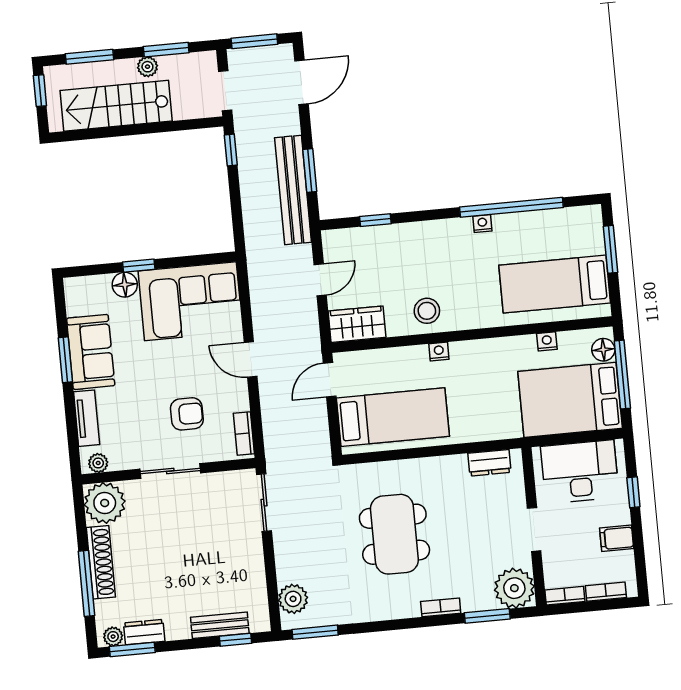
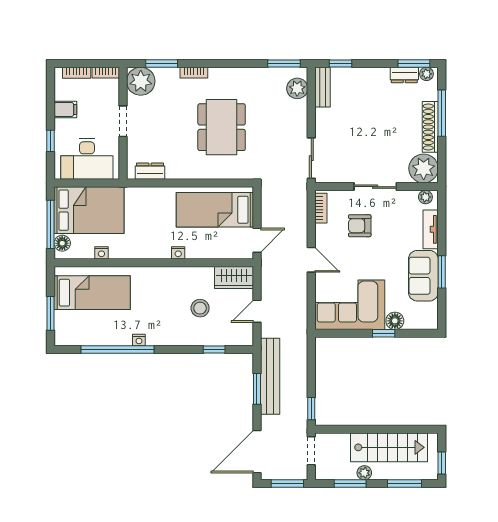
door: (301, 82) -> (257, 452), width x1.36
stool: (427, 311) -> (200, 308), moved
bench: (220, 625) -> (323, 87), moved, turned 90

